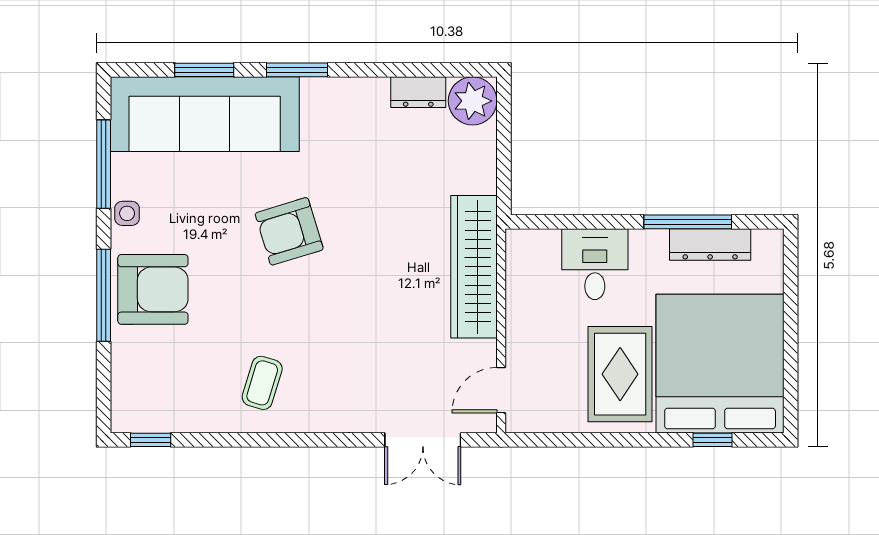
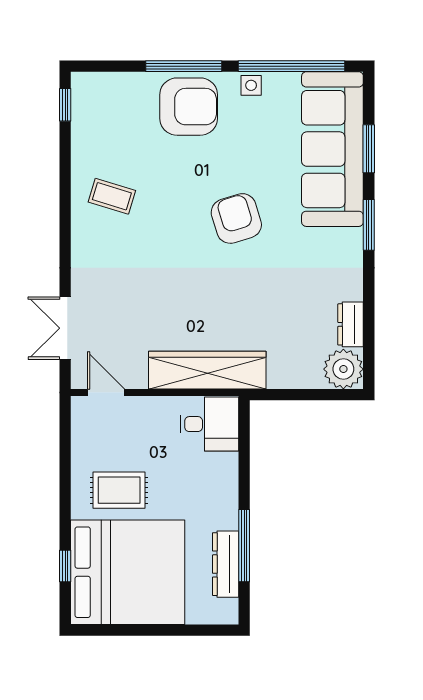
window: (104, 164) -> (292, 66), width x1.46
desk: (595, 264) -> (209, 424), moved
armchair: (153, 289) -> (189, 107), turned -90
rug: (620, 374) -> (119, 490), width x0.73, depth x0.70

